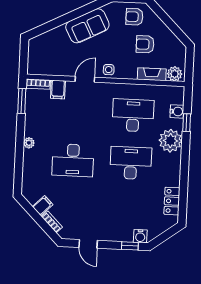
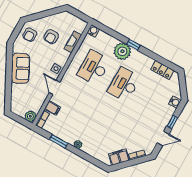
plant: (175, 74) -> (30, 116), moved
window: (22, 101) -> (59, 141), moved
water cooler: (177, 111) -> (93, 31), moved
window: (187, 123) -> (133, 45), moved
desk: (73, 160) -> (103, 121), removed
filing cabinet: (43, 206) -> (119, 157), width x2.00
window: (130, 246) -> (172, 122), moved

